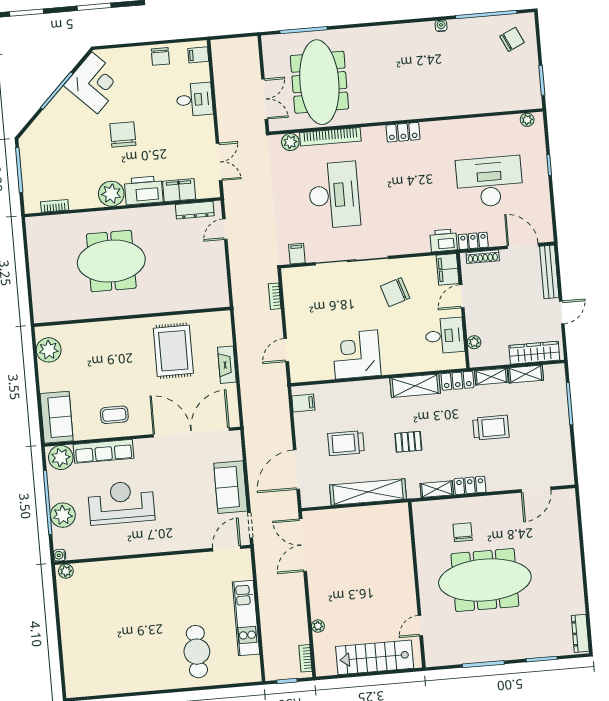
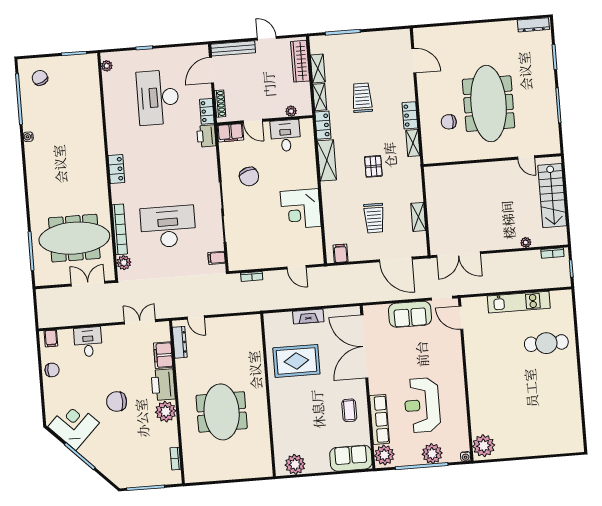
shelving: (368, 492) -> (418, 217), width x0.45, depth x0.75
plant: (66, 571) -> (484, 446), width x1.88, depth x1.88

